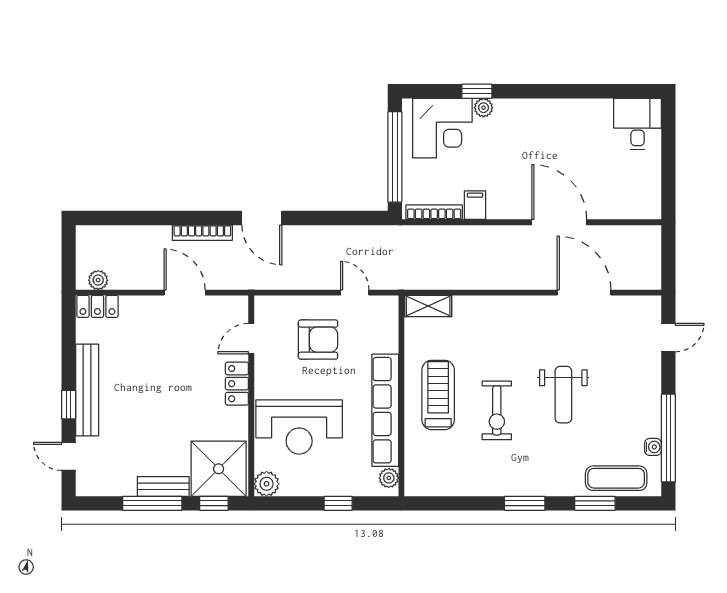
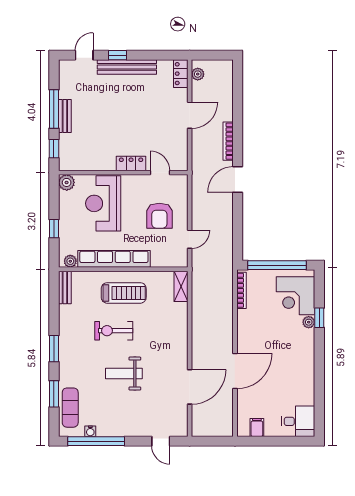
filing cabinet: (475, 205) -> (257, 428), moved, turned -90
door: (185, 293) -> (190, 115), moved
shower: (219, 469) -> (76, 152), removed
bench: (430, 487) -> (65, 288), added

